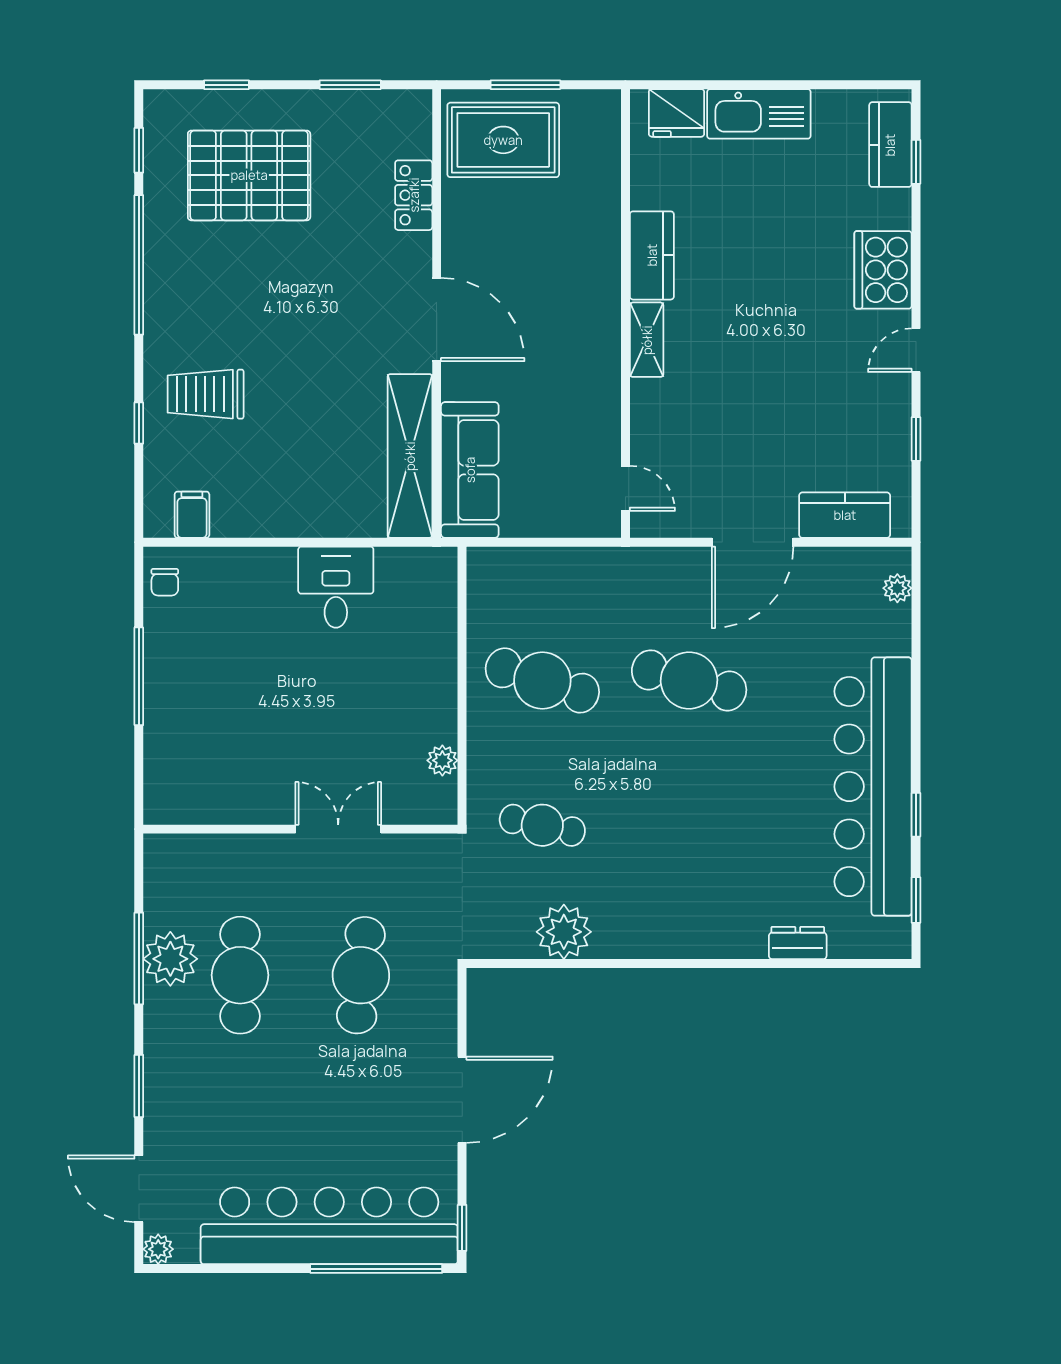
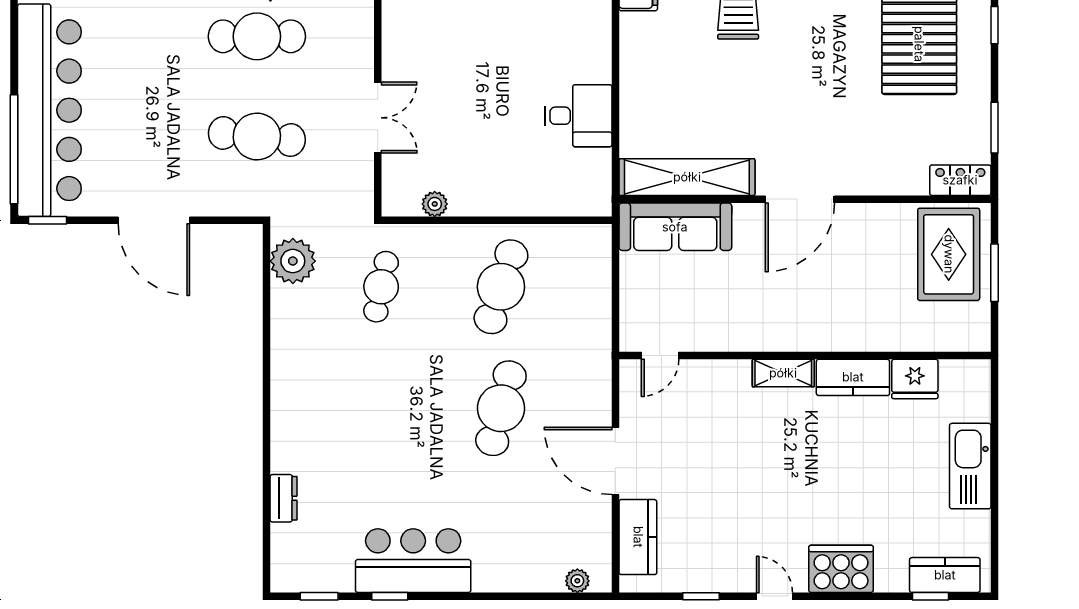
fridge: (677, 113) -> (915, 379), moved, turned -90
locker: (414, 195) -> (960, 180), moved
bar counter: (873, 787) -> (413, 561), width x0.54
plant: (564, 932) -> (293, 261), moved

